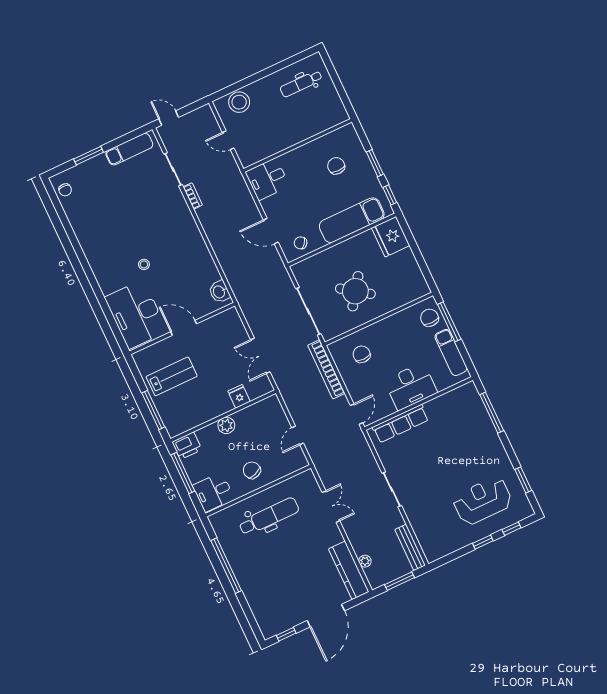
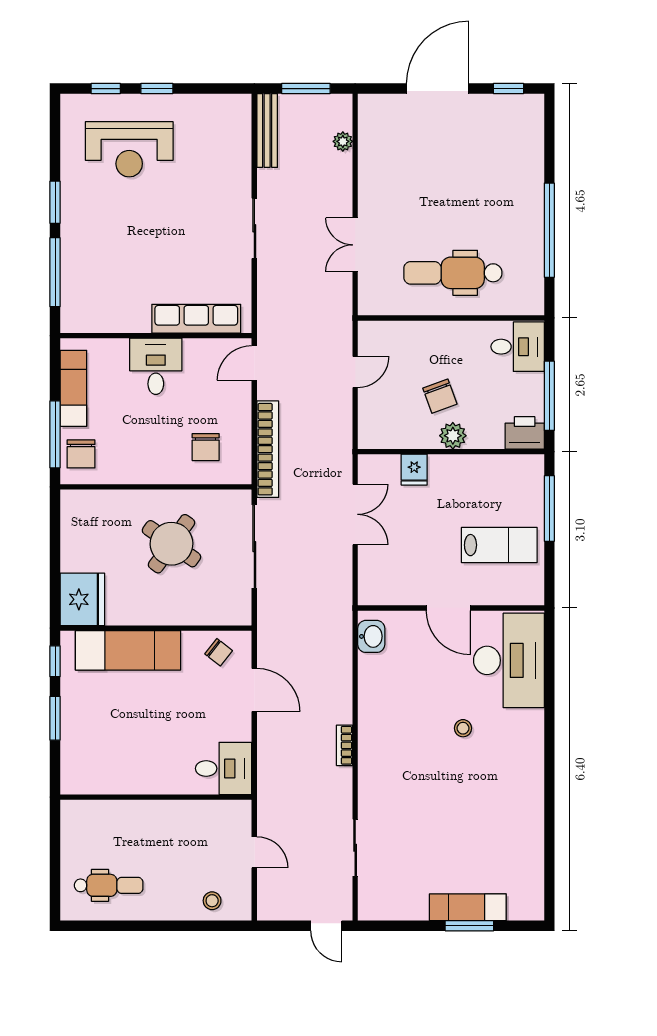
stool: (239, 102) -> (212, 901), width x0.53, depth x0.53
exam couch: (129, 149) -> (468, 907), moved
chair: (336, 166) -> (113, 741), removed
chair: (65, 190) -> (527, 892), removed
bookcase: (193, 196) -> (345, 745), moved
lab bench: (172, 376) -> (499, 545), turned 180
desk: (411, 386) -> (156, 366), width x0.73
chair: (252, 470) -> (440, 396), moved
window: (523, 480) -> (55, 202), moved
kitchen counter: (349, 570) -> (373, 139), removed

